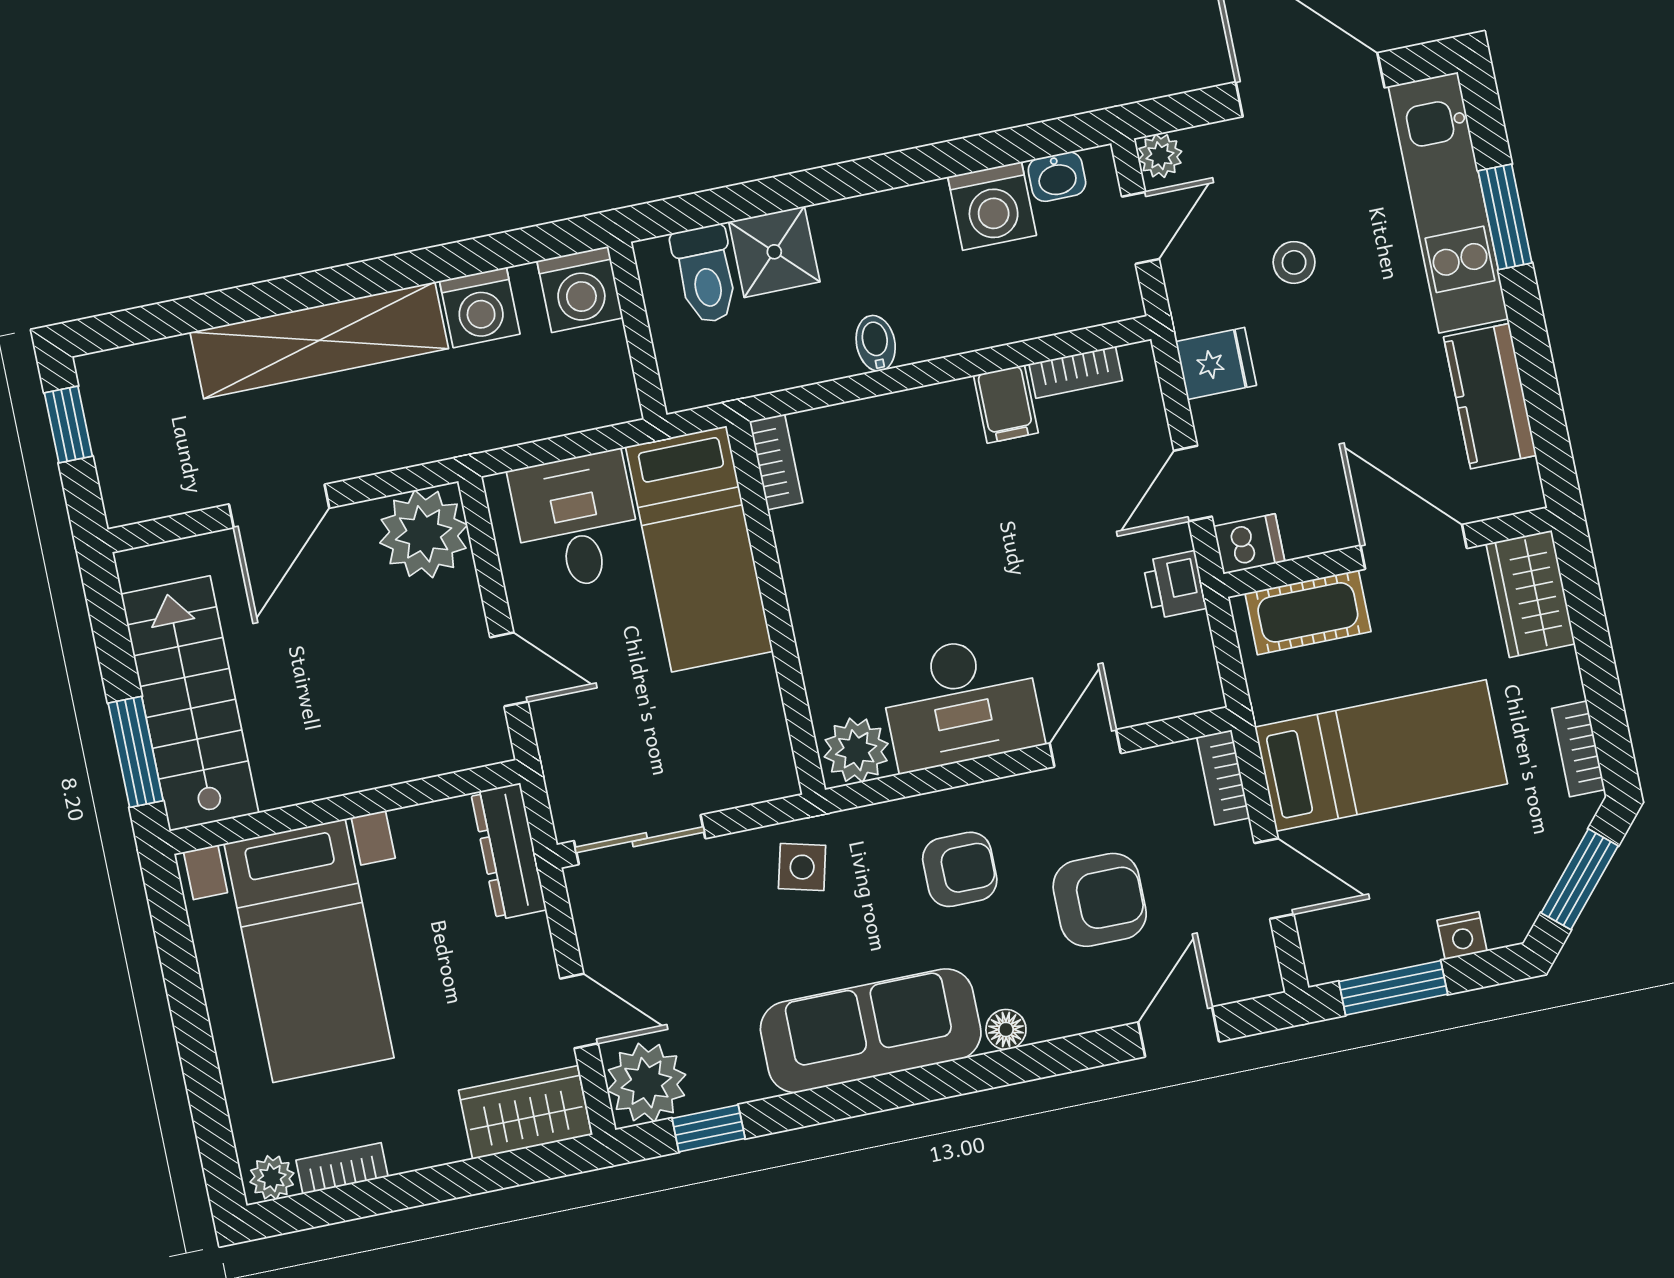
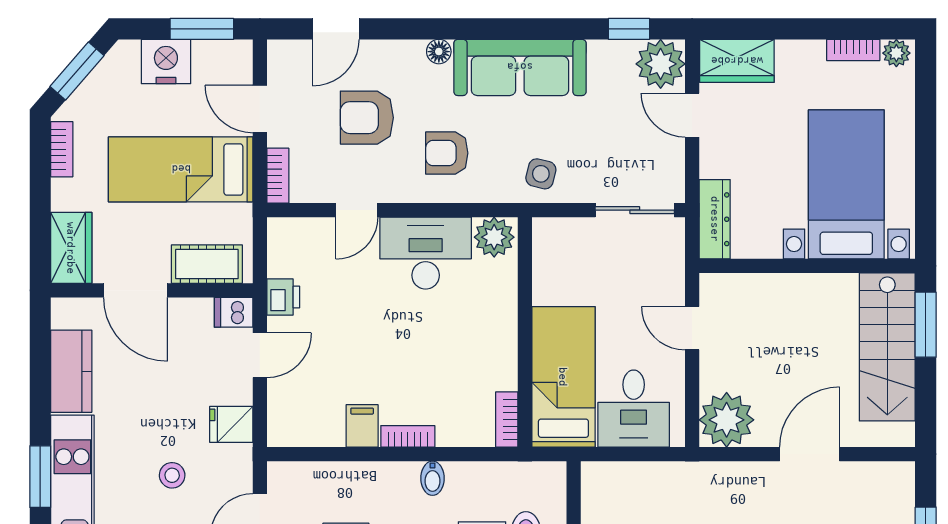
bookcase: (1076, 372) -> (408, 436), moved
nightstand: (1462, 936) -> (166, 61), width x1.89, depth x1.79

